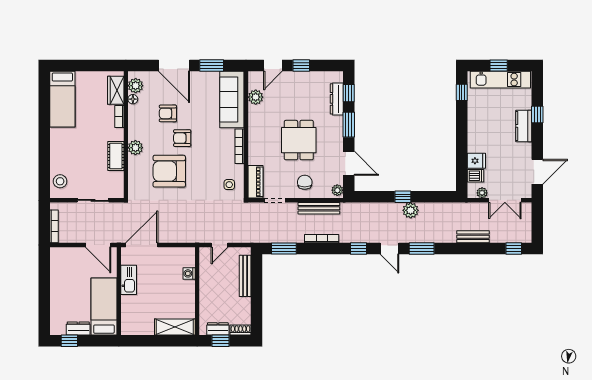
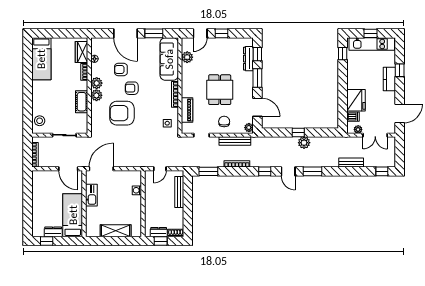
plant: (136, 86) -> (97, 83), moved
fridge: (476, 161) -> (356, 100), width x1.88, depth x1.34
piano: (255, 182) -> (187, 110), moved
shelving: (175, 327) -> (116, 231), moved

